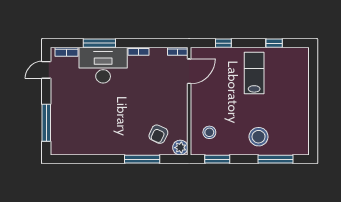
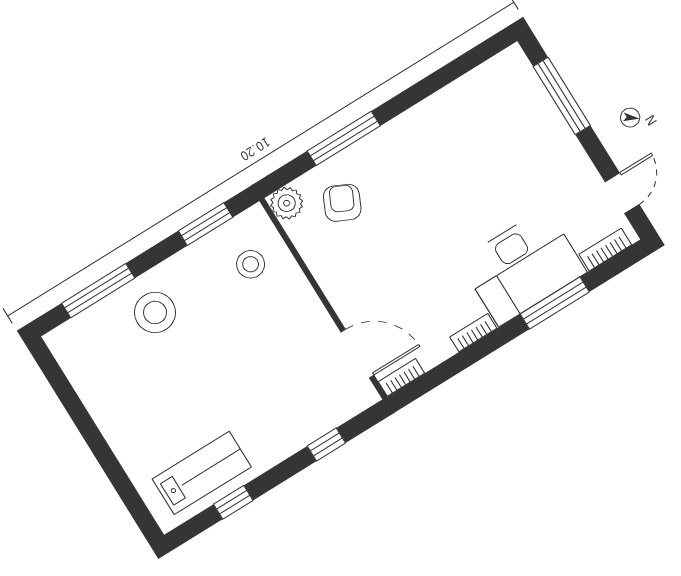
door: (189, 71) -> (357, 354), swing flipped
lab bench: (254, 73) -> (202, 473), moved, turned -90

